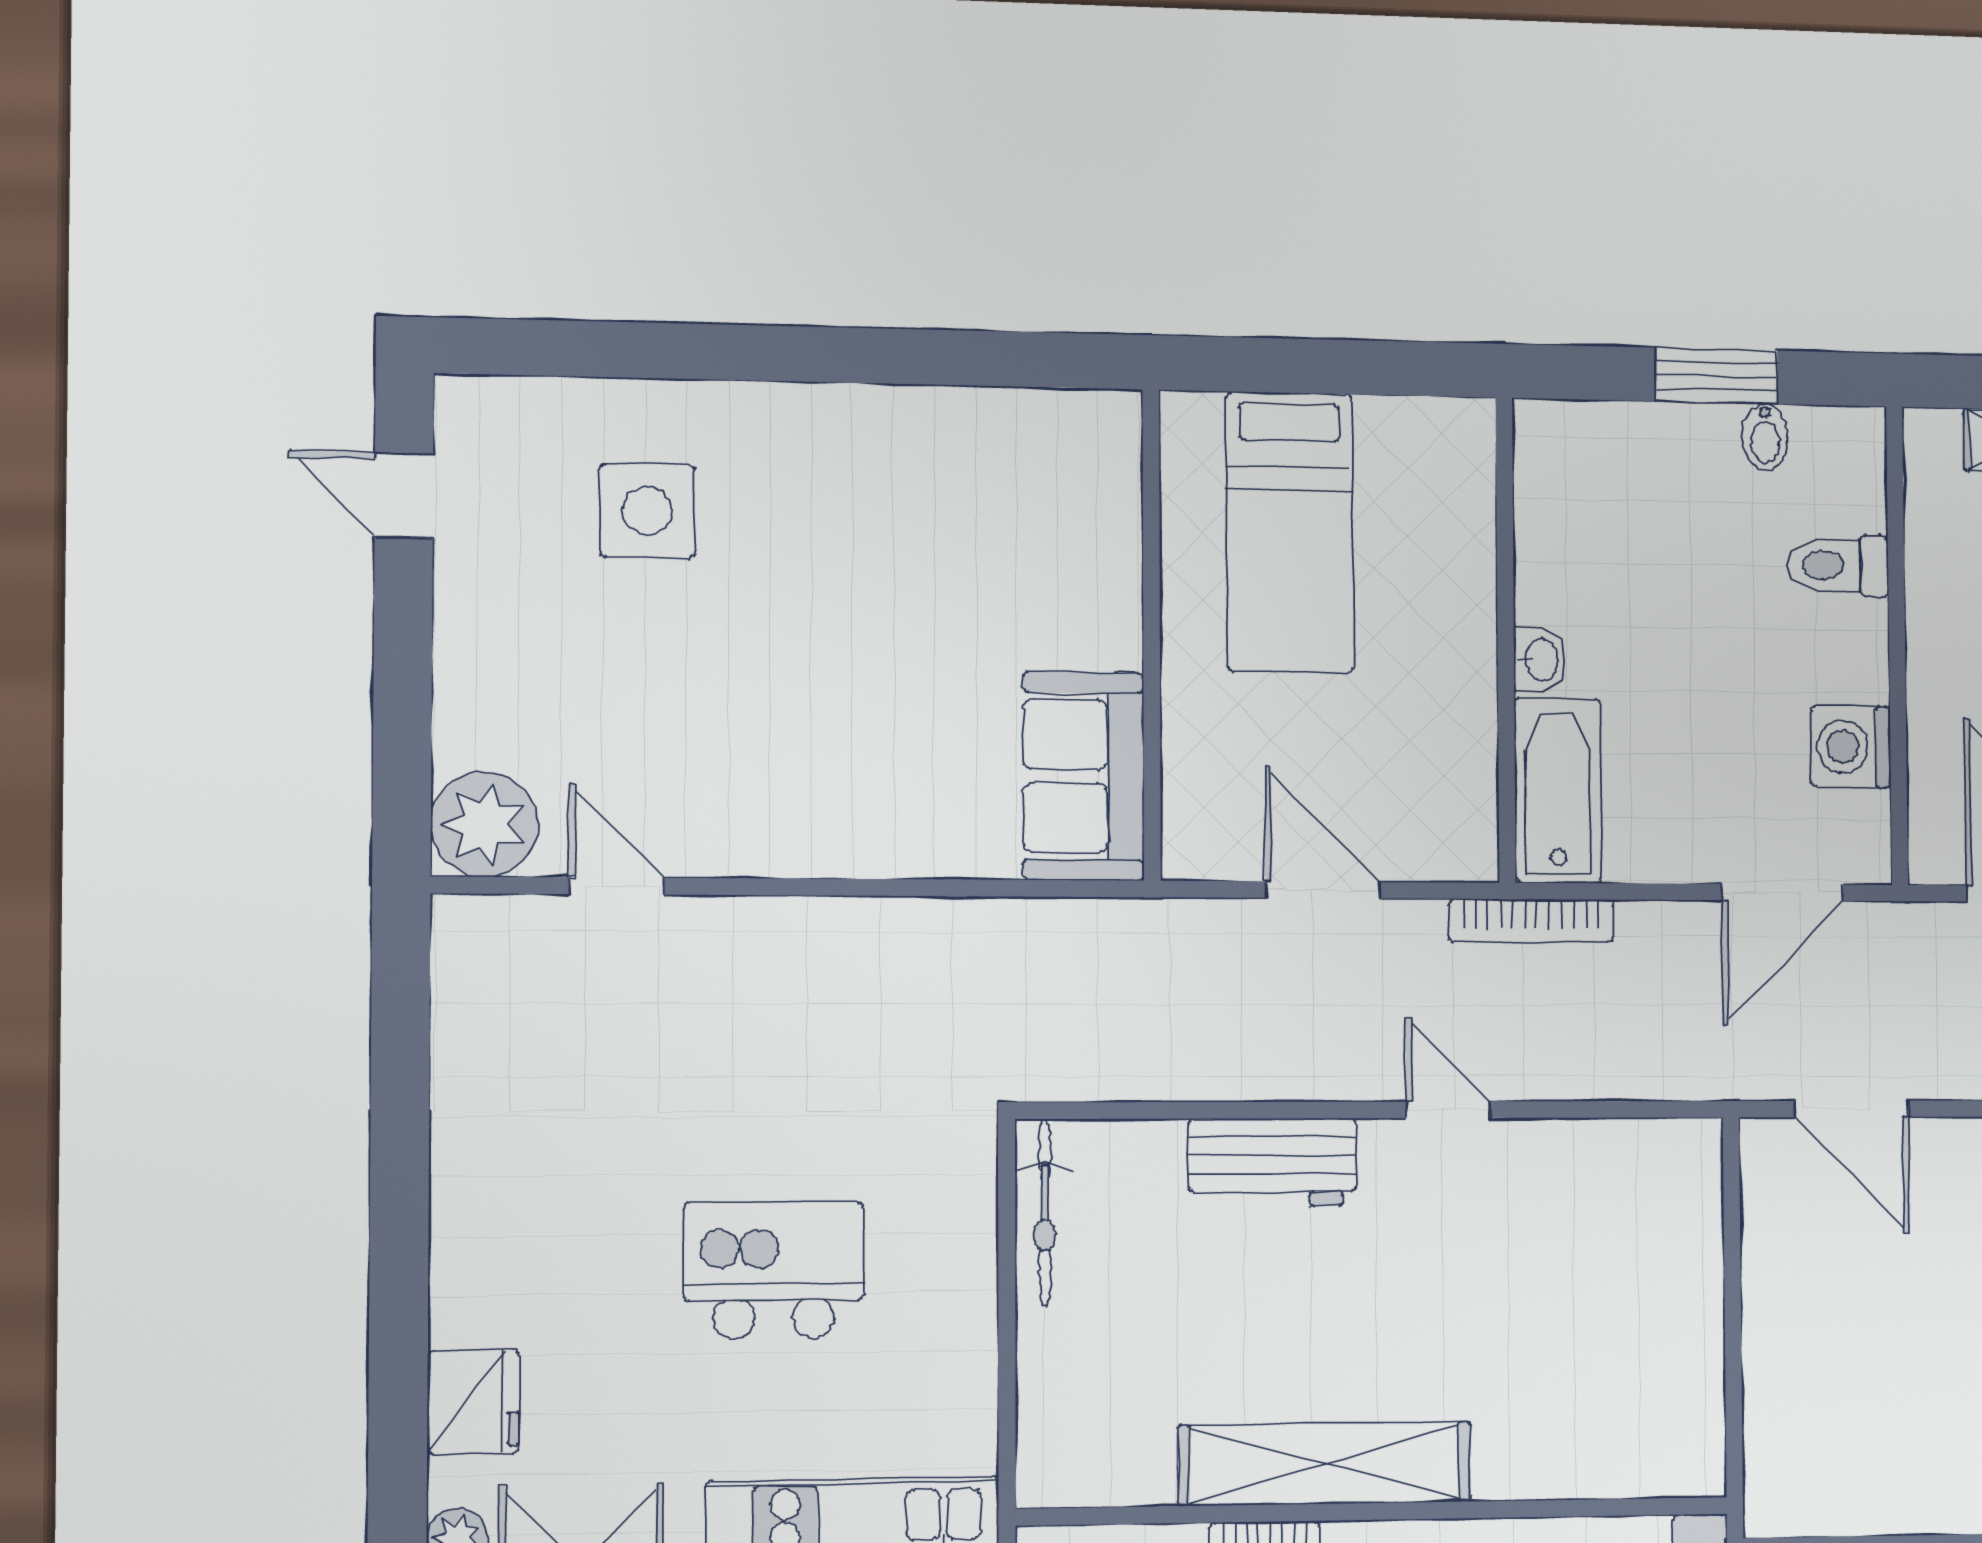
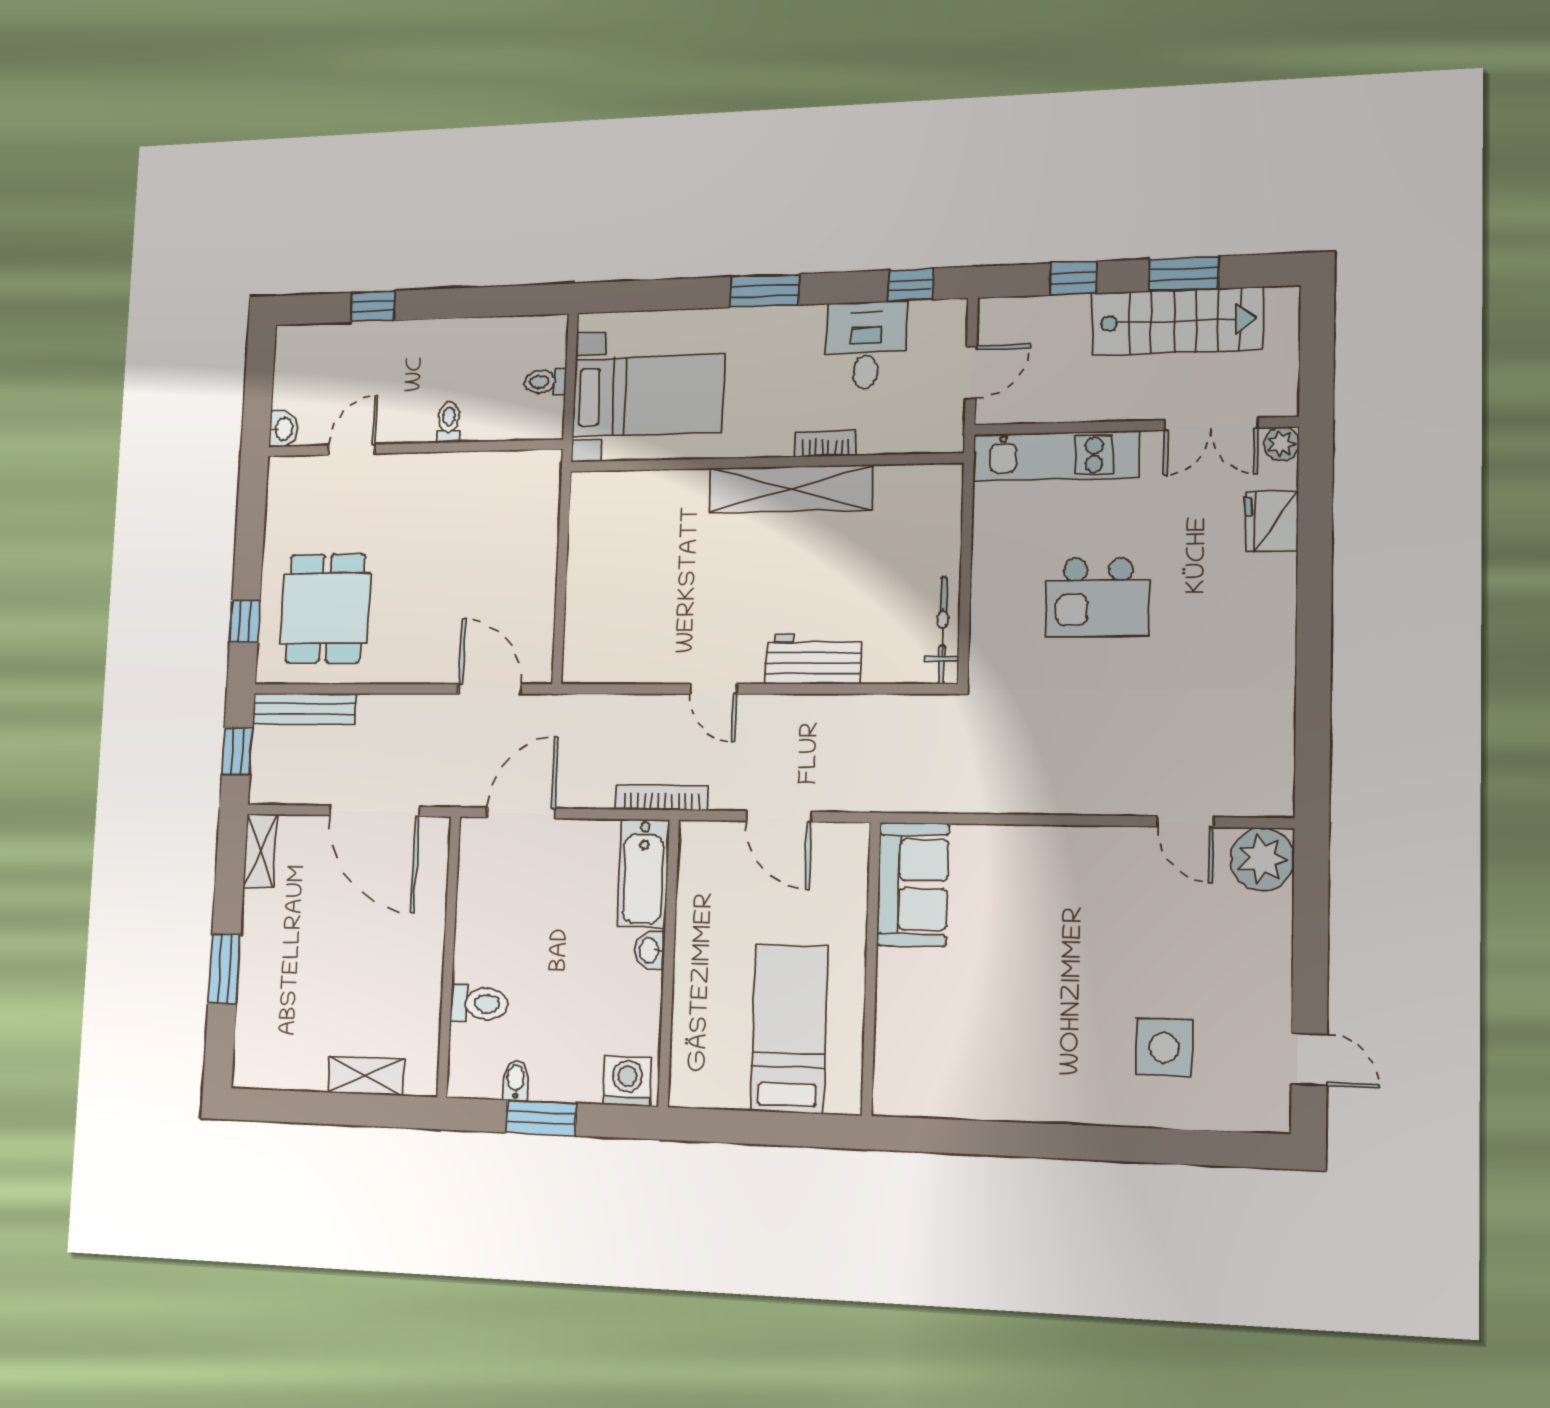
washing machine: (1851, 747) -> (627, 1081), moved, turned -90

